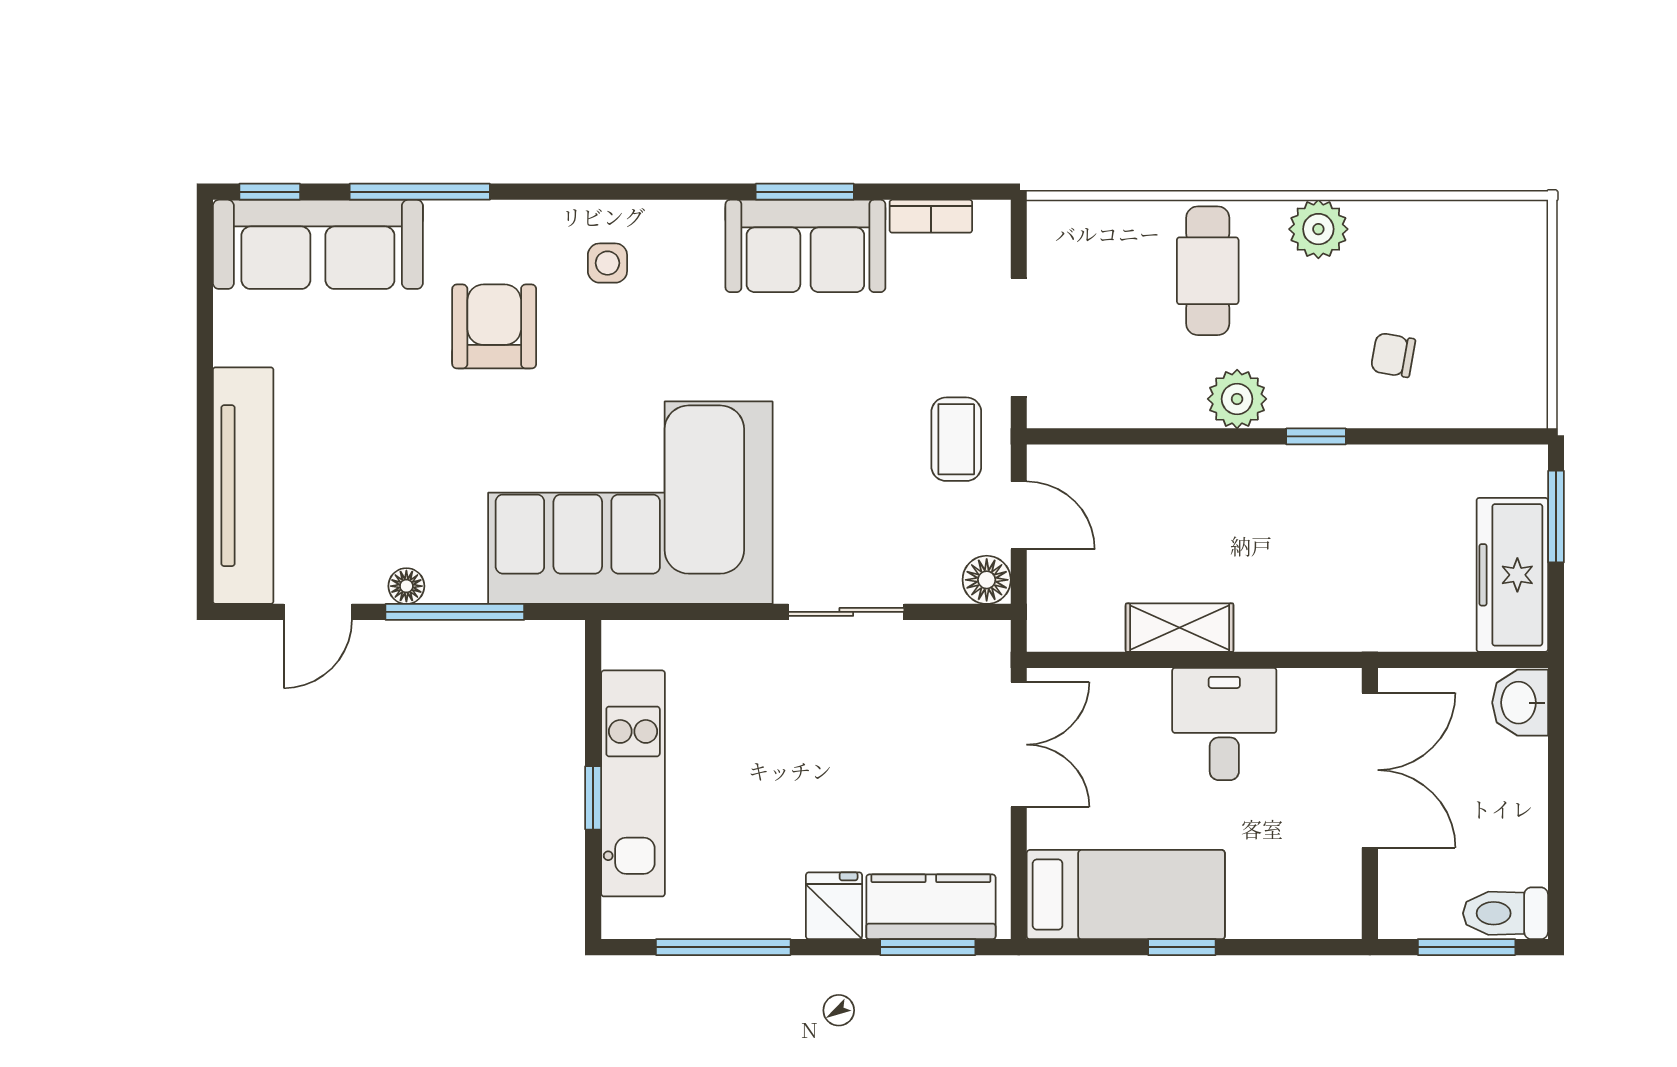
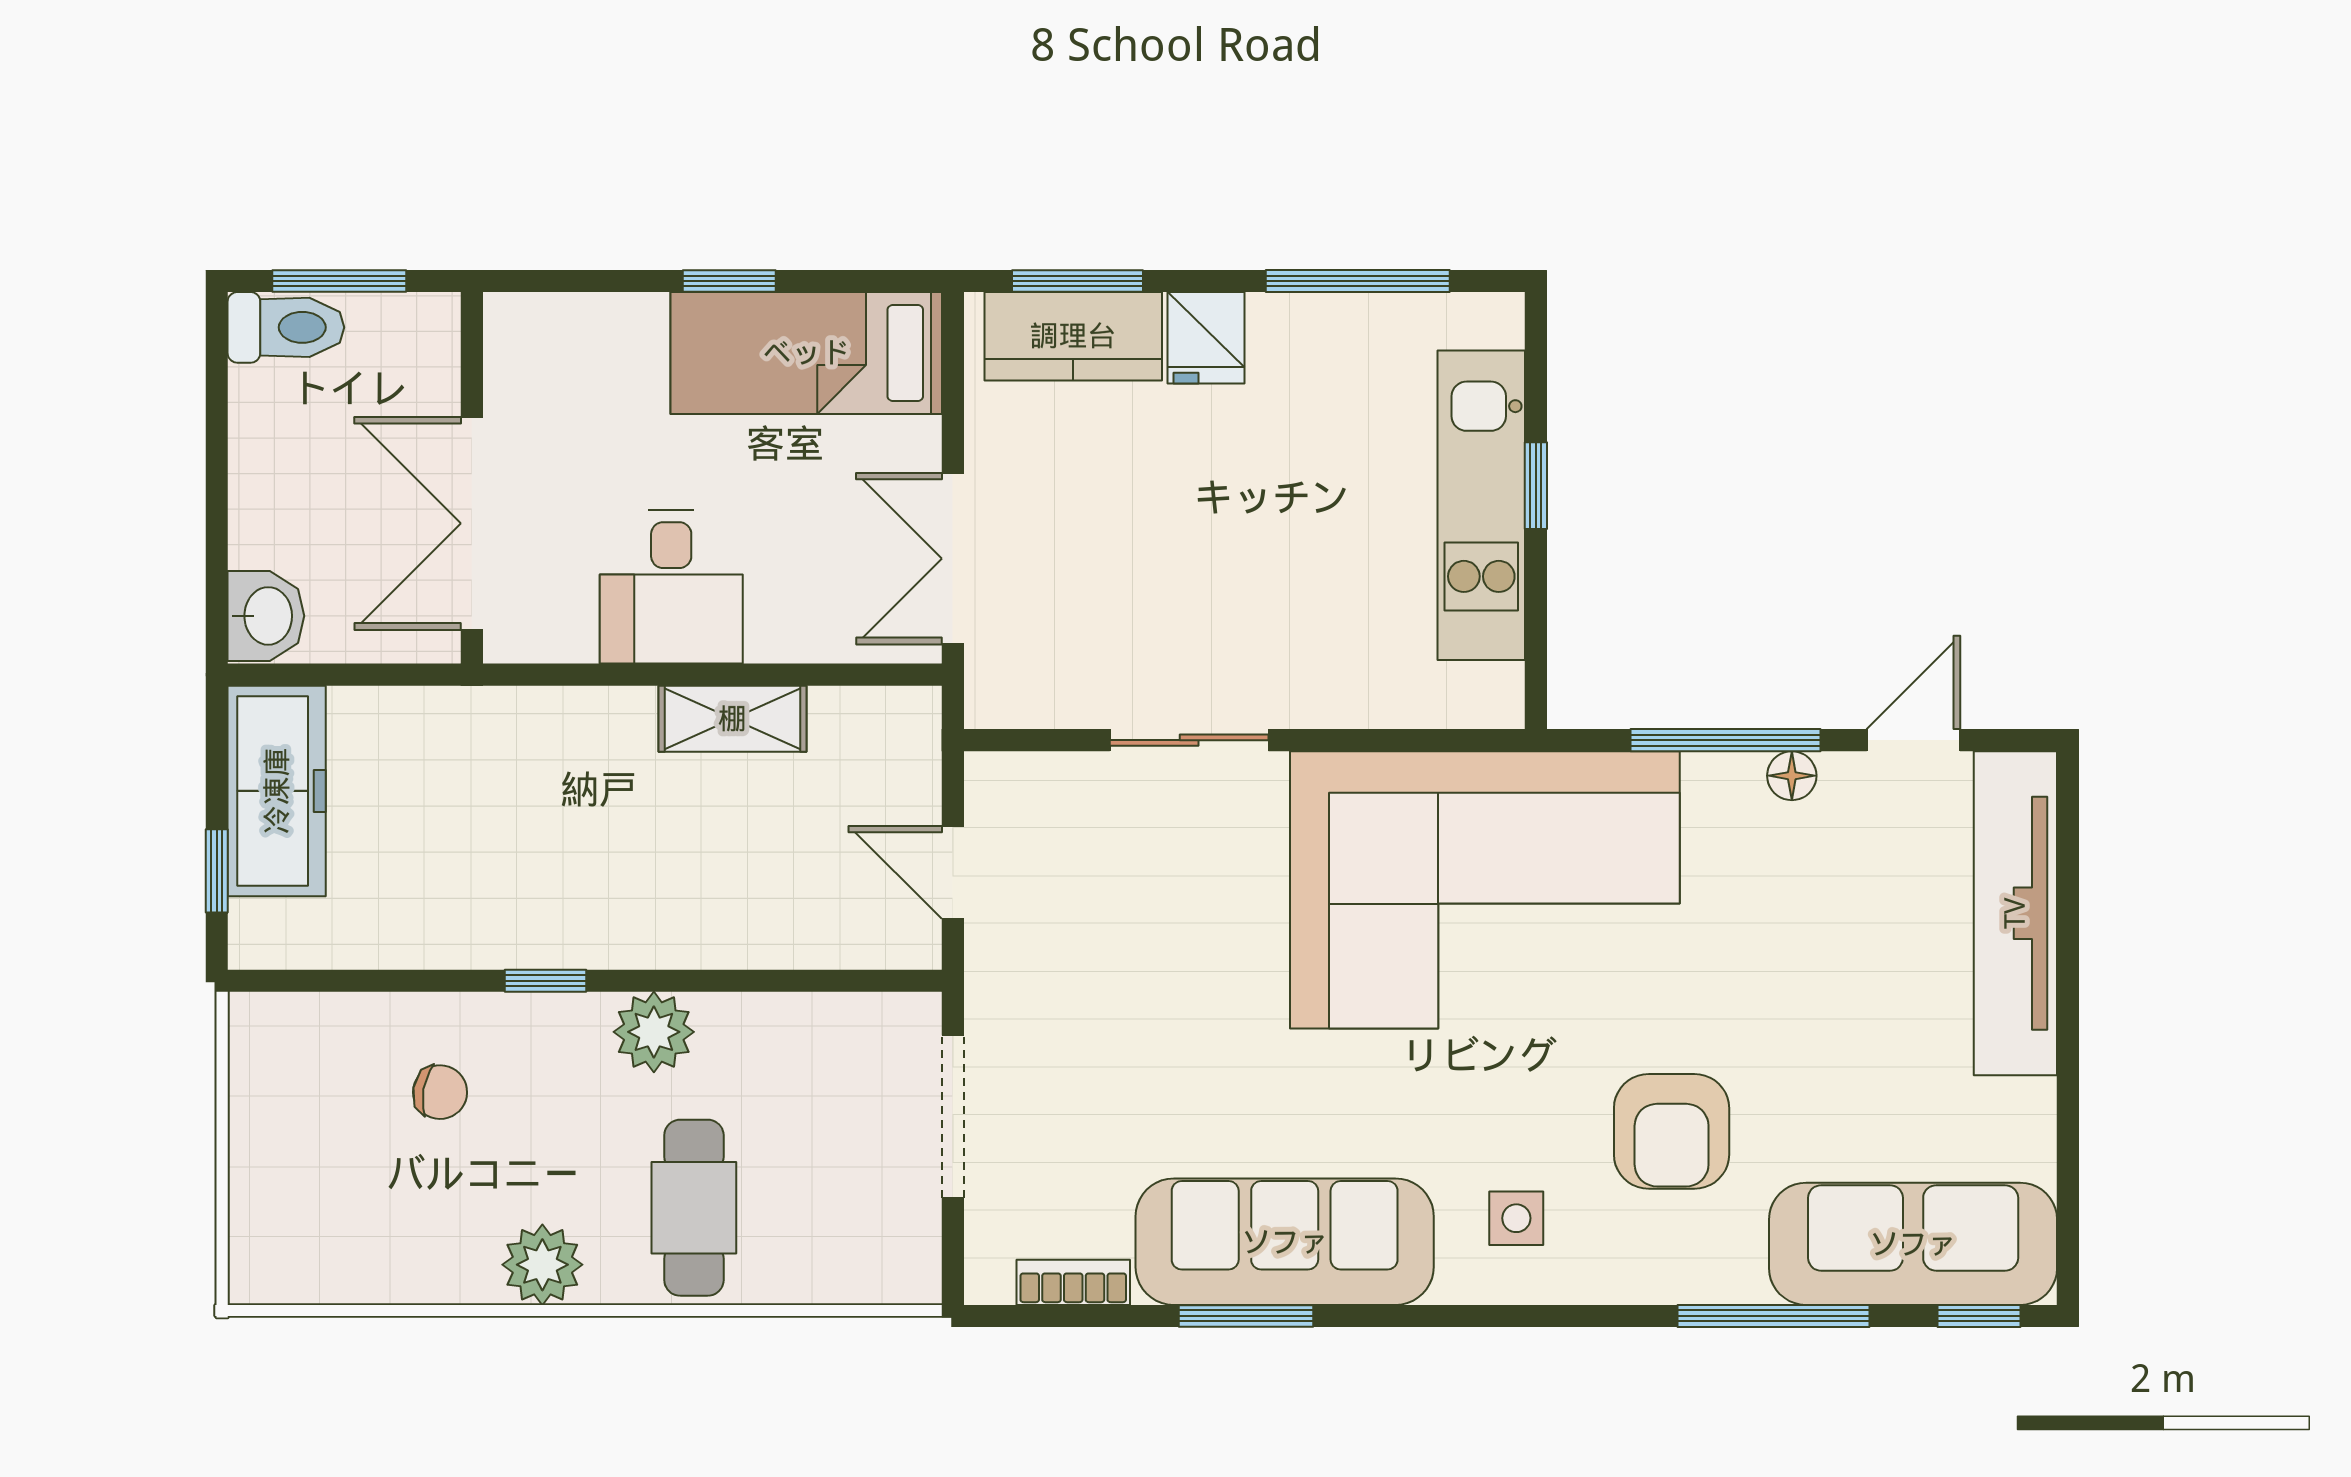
sofa: (805, 246) -> (1285, 1242), width x1.36
coffee table: (956, 439) -> (1038, 977), removed
window: (1556, 517) -> (217, 871), width x0.67
floor lamp: (987, 580) -> (997, 784), removed

